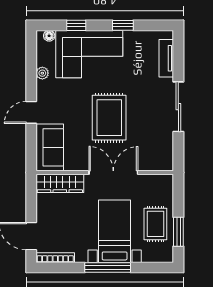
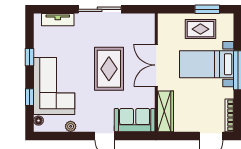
rug: (109, 118) -> (109, 69), turned 90

